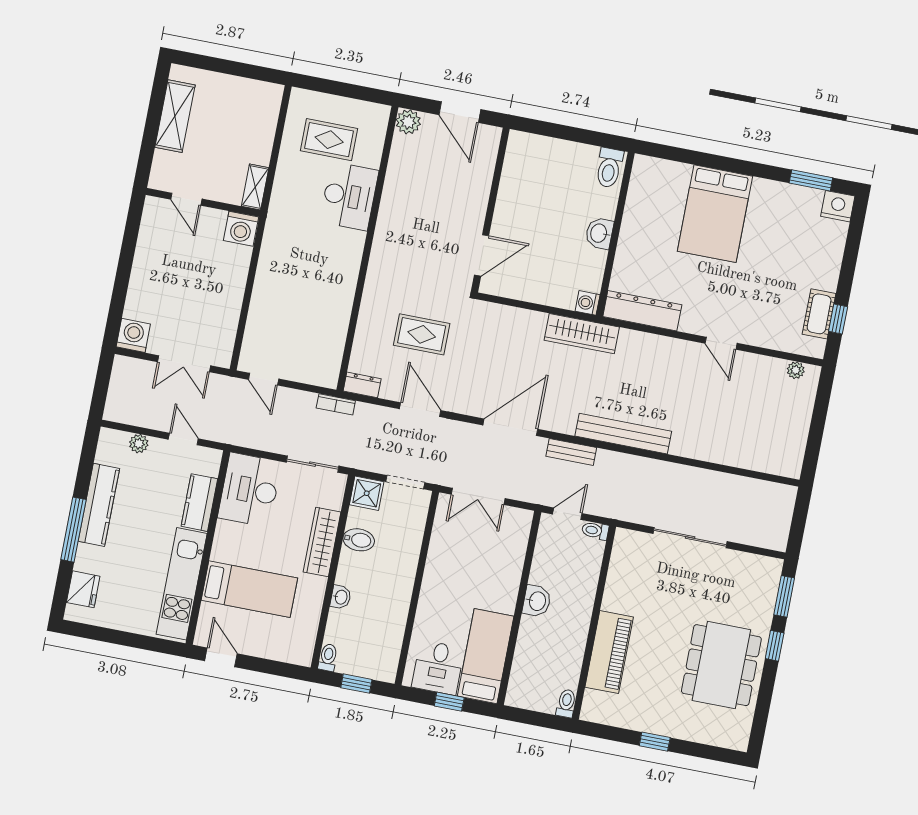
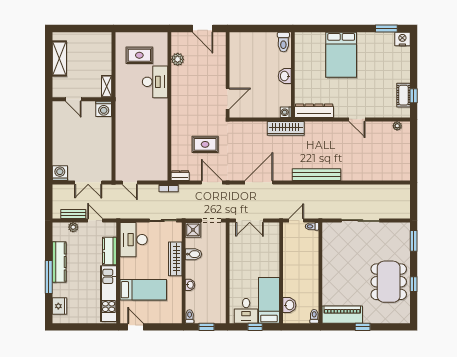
plant: (408, 122) -> (178, 59), moved
bench: (571, 452) -> (73, 214), moved
washbasin: (537, 601) -> (289, 305), moved
window: (775, 646) -> (414, 284), moved
piano: (609, 652) -> (342, 315), moved, turned -90

